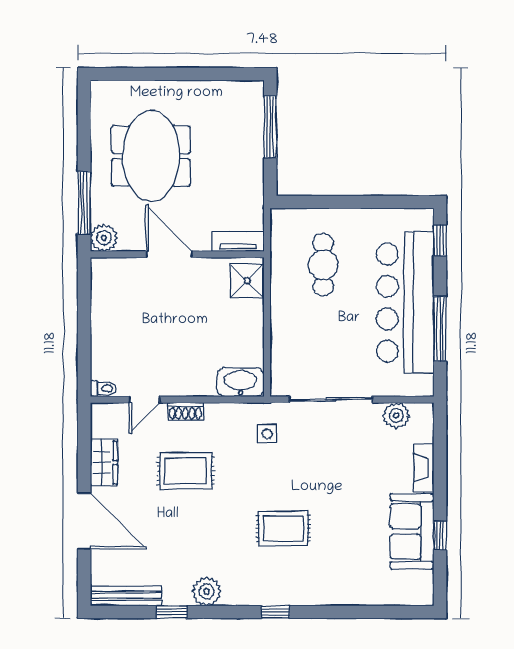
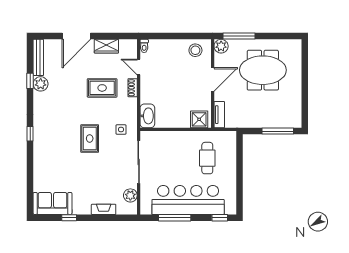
cafe table: (323, 265) -> (207, 158), turned 90
stool: (112, 288) -> (195, 50), added
rug: (186, 471) -> (102, 88), turned 90
rug: (283, 528) -> (90, 138), moved
sofa: (412, 531) -> (52, 203), moved
plant: (207, 591) -> (41, 84), moved

